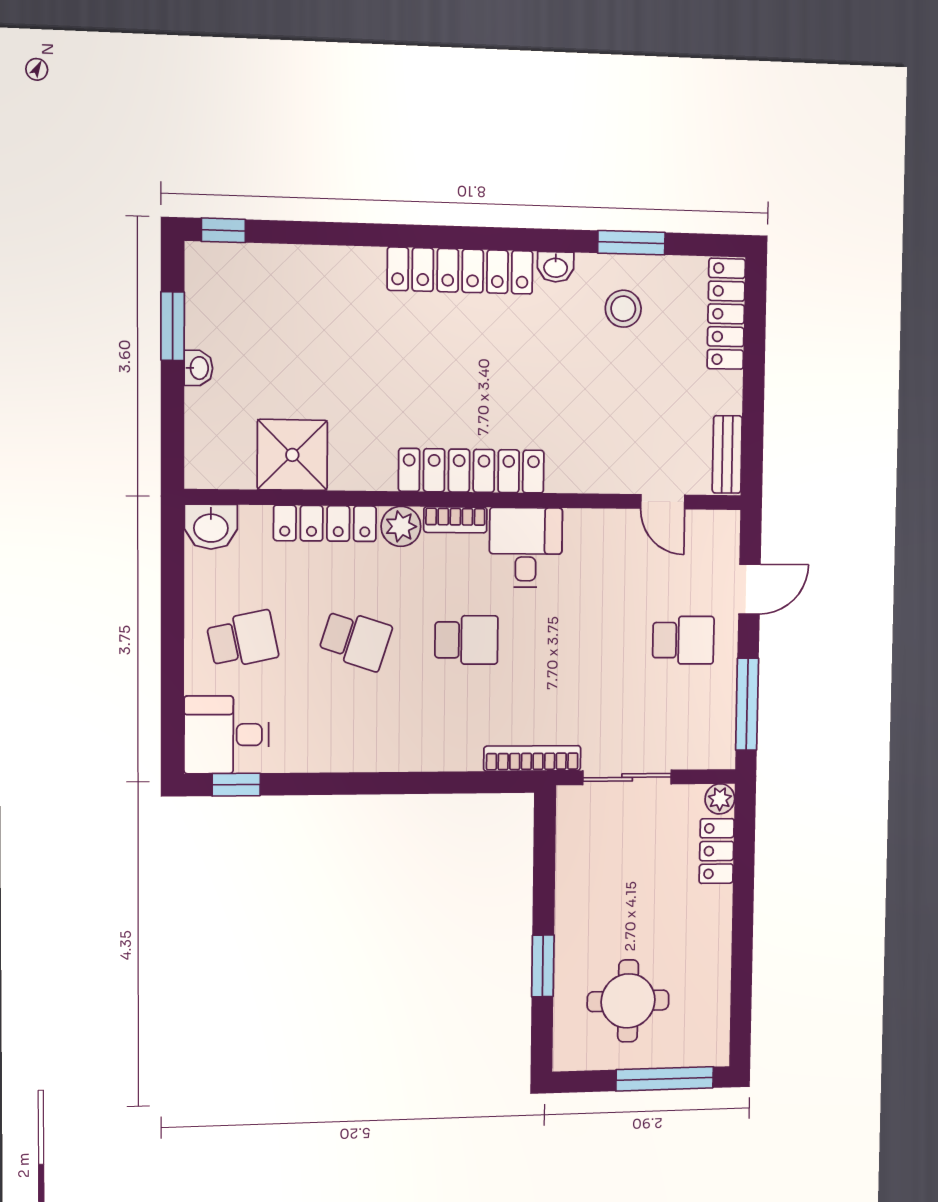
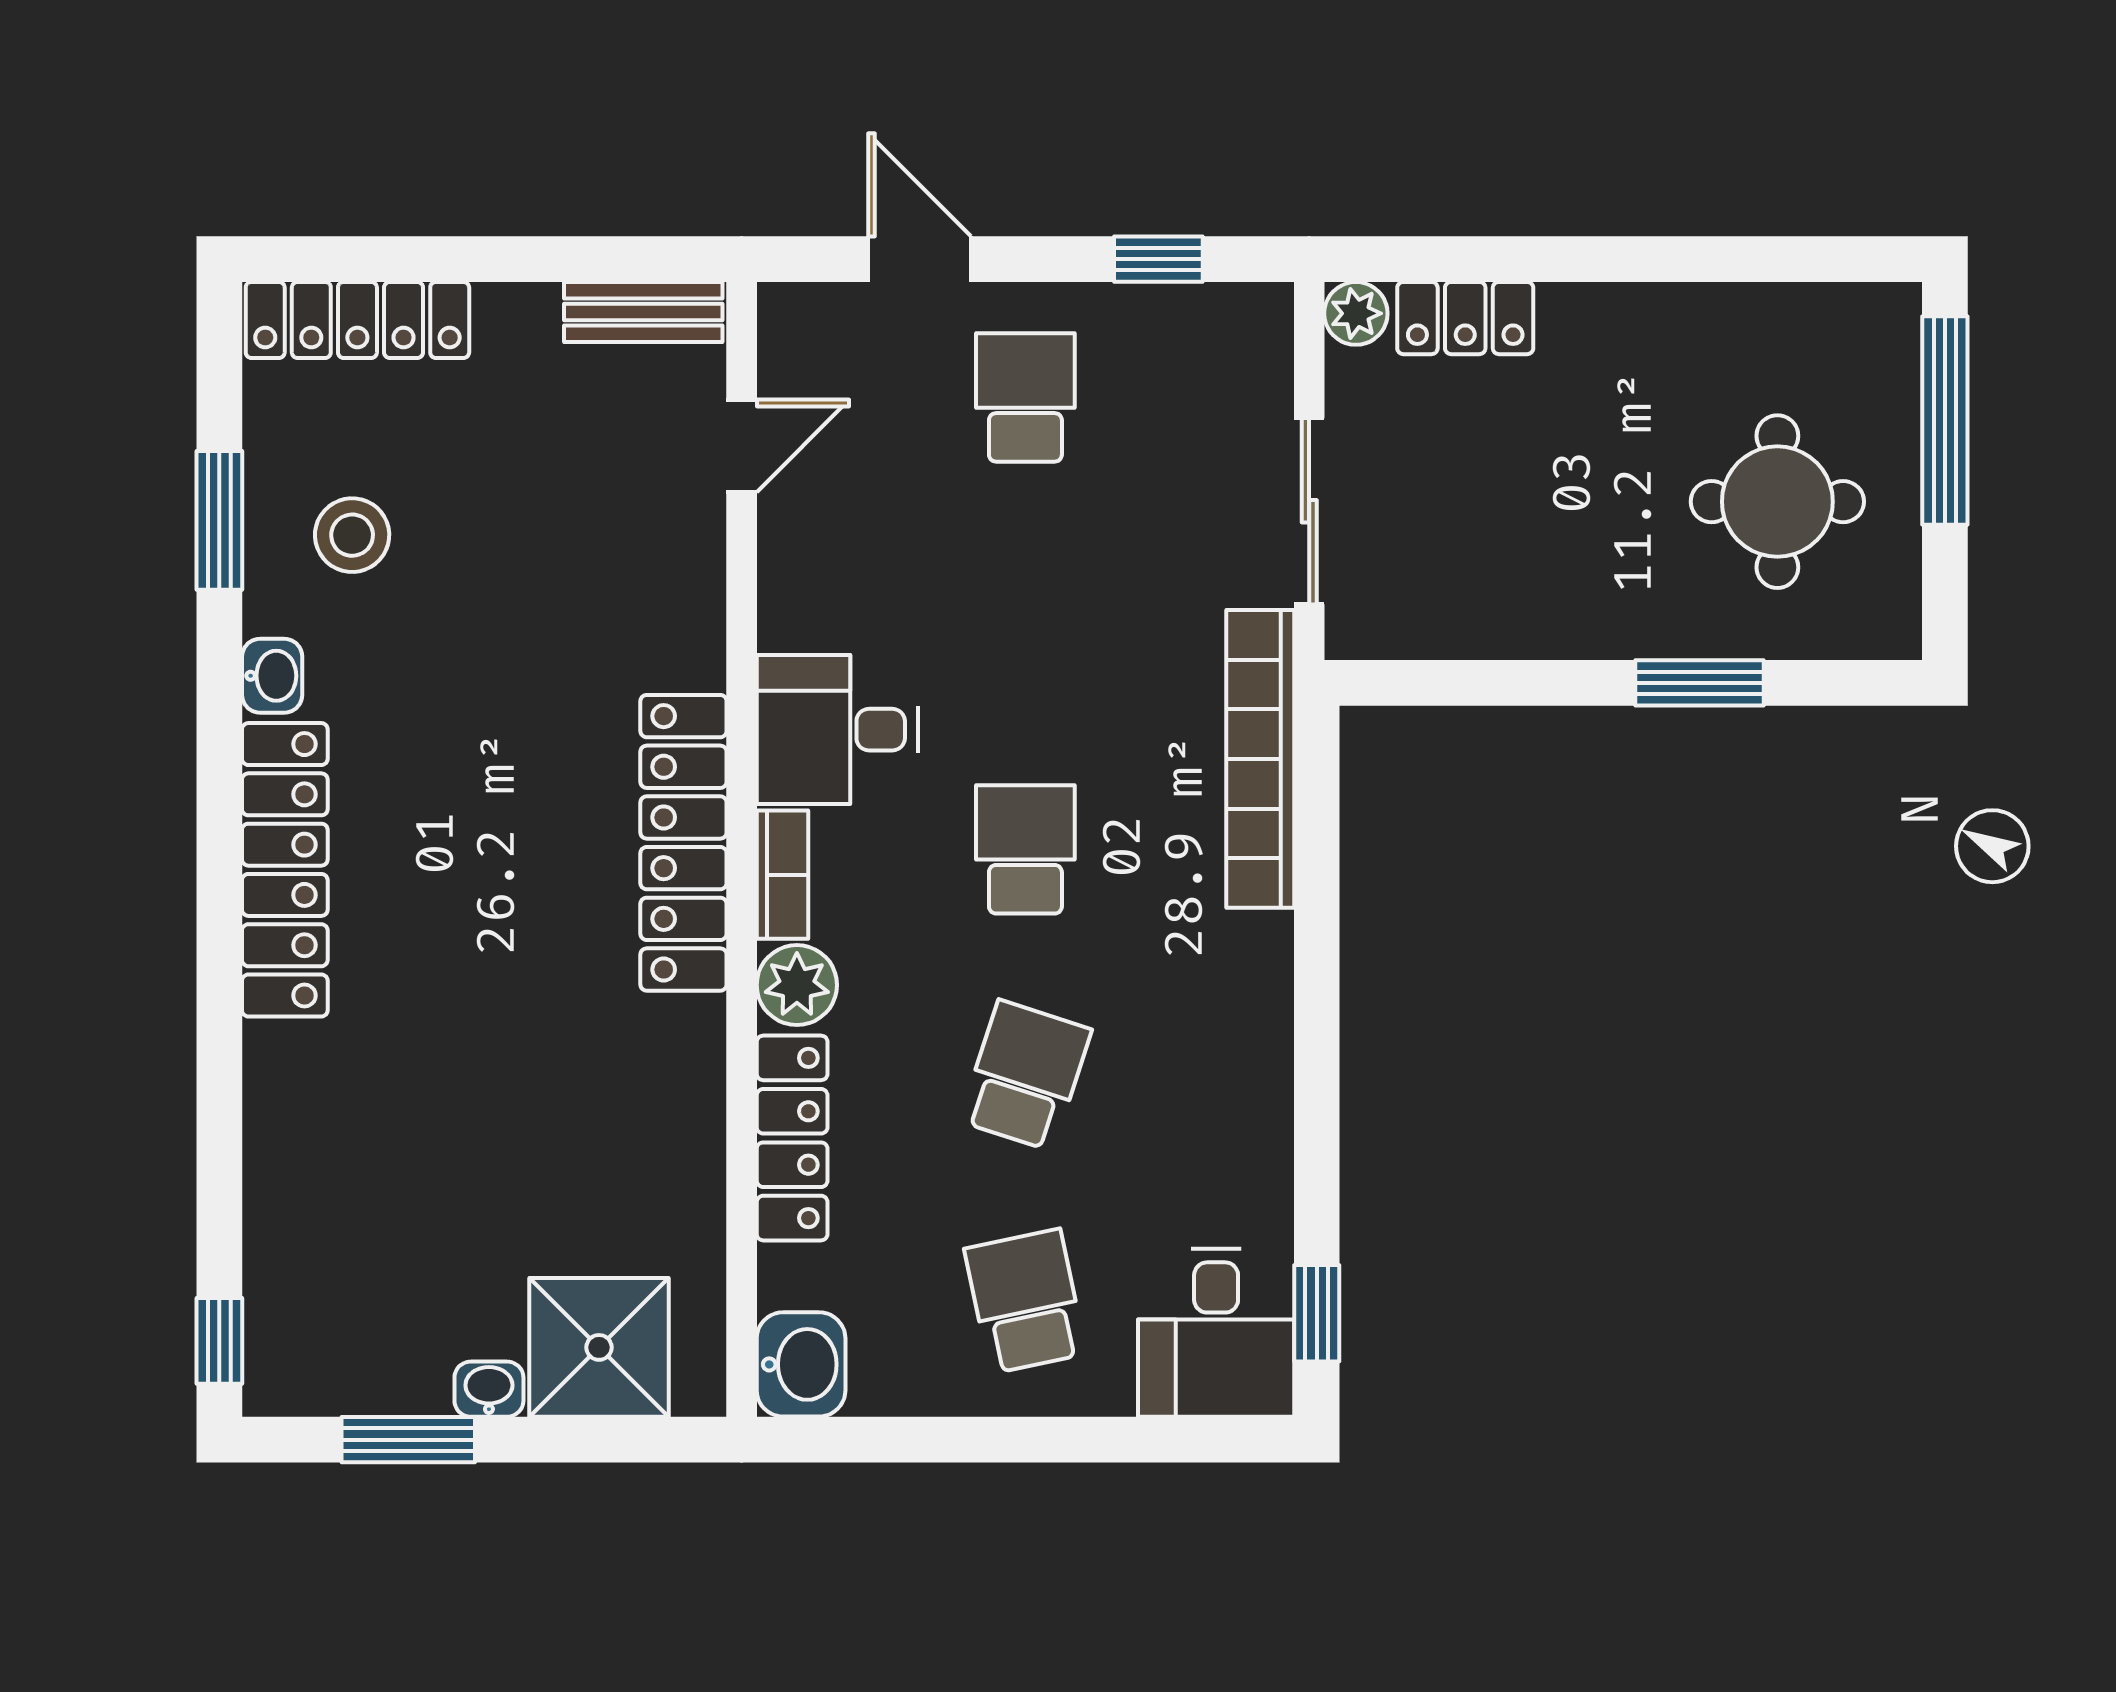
shower: (292, 455) -> (599, 1347), moved
window: (747, 704) -> (1158, 259), width x0.46
bookcase: (532, 758) -> (1260, 759), width x1.48, depth x1.31

